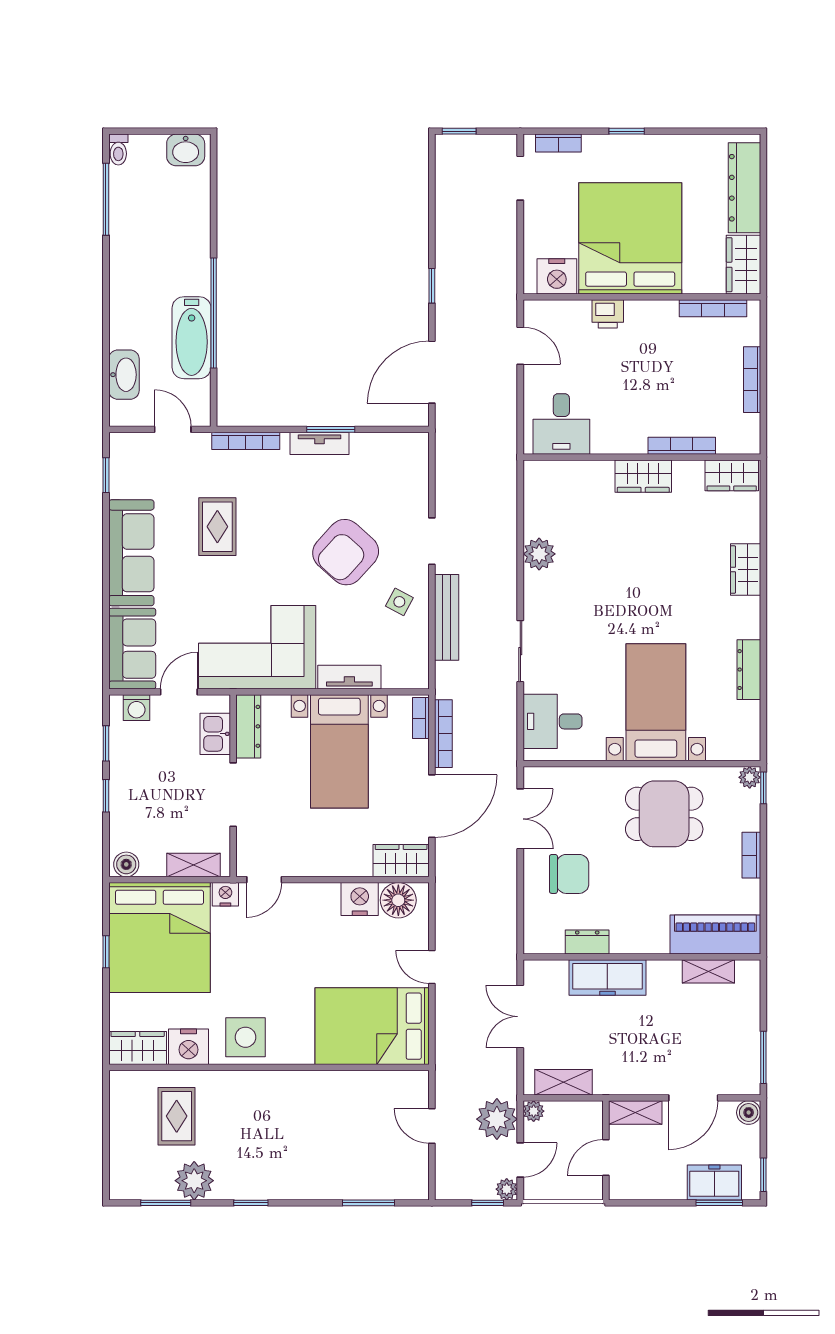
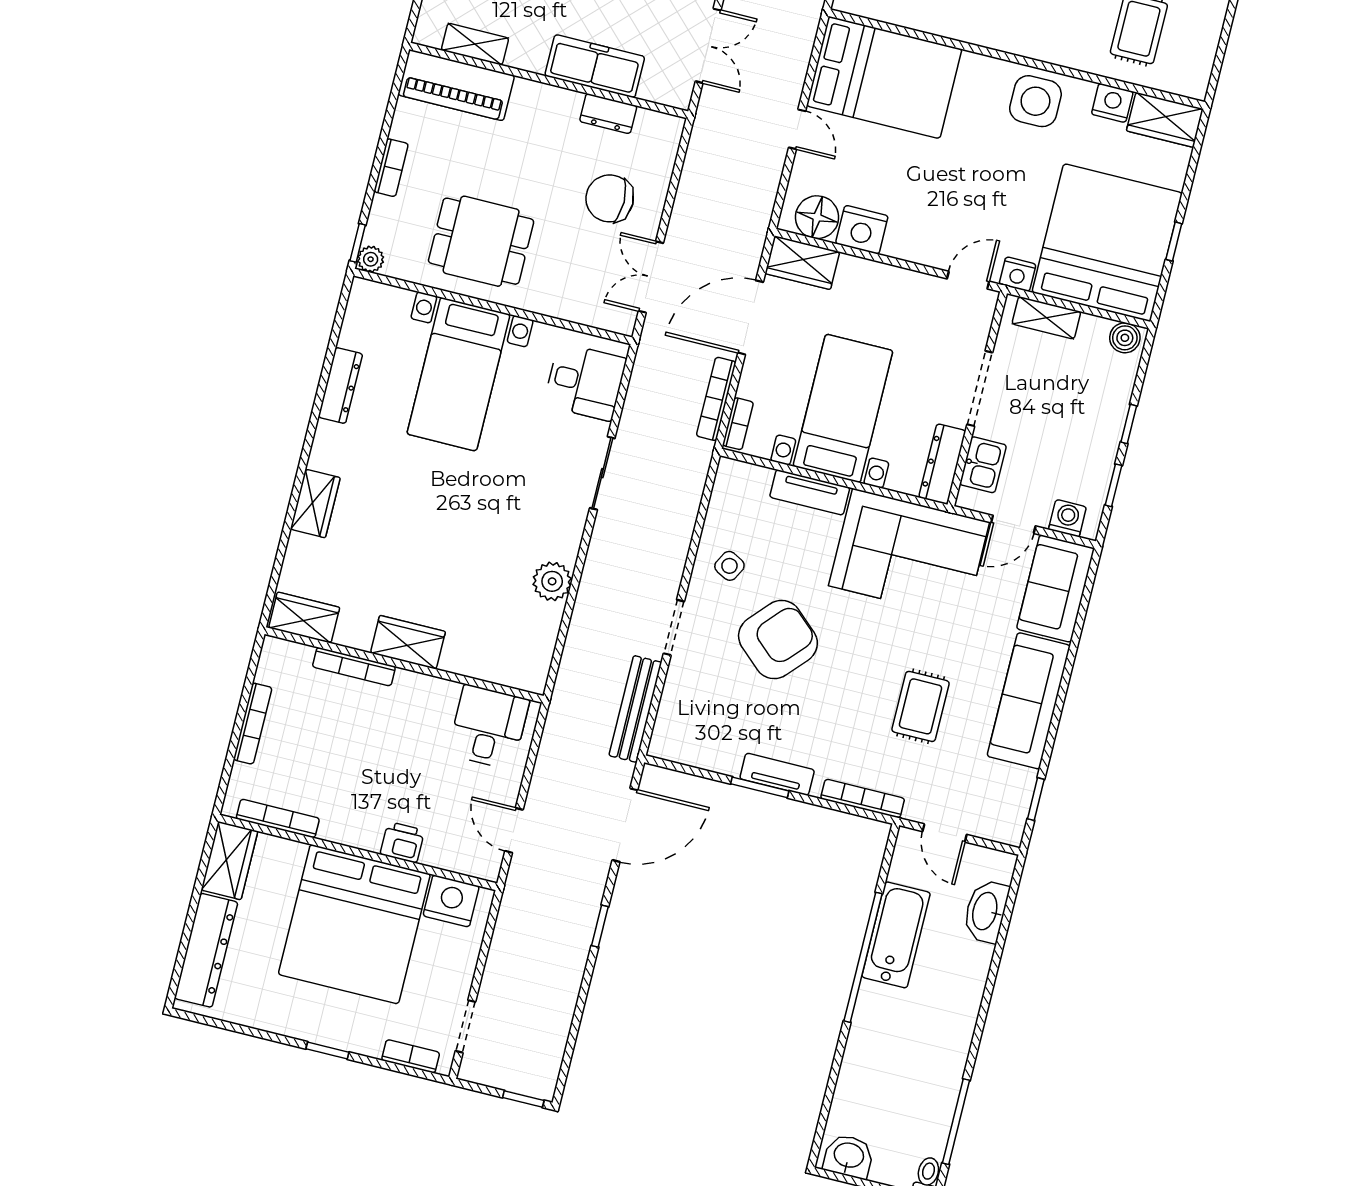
bench: (447, 617) -> (635, 709), moved
nightstand: (188, 1047) -> (1112, 103), width x0.74, depth x0.75

